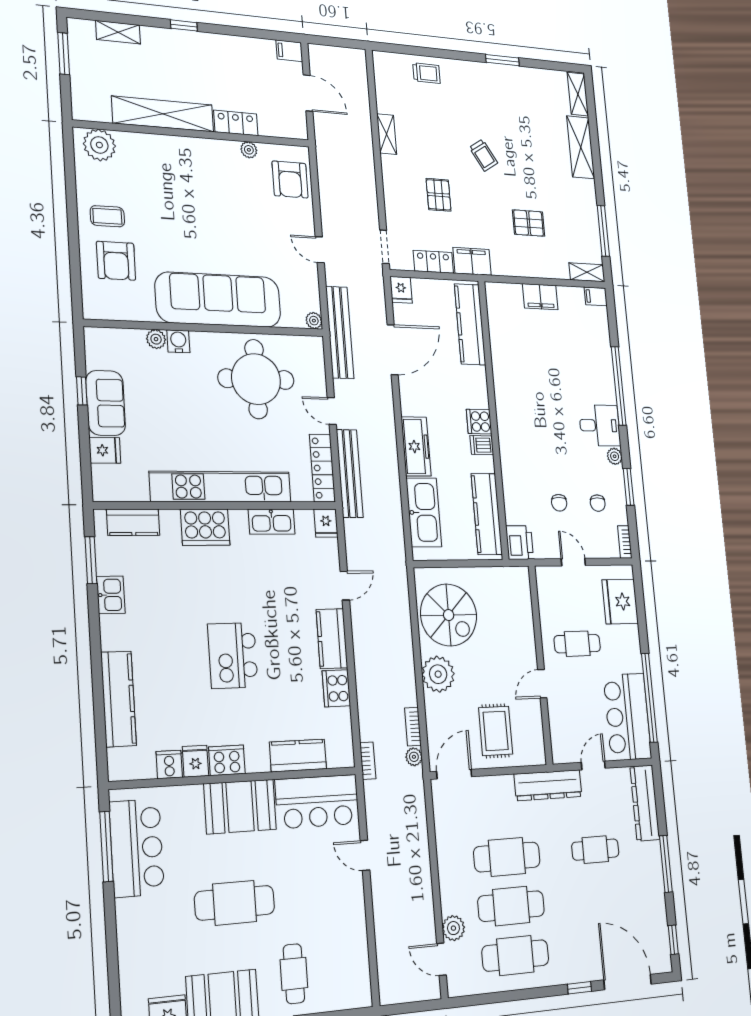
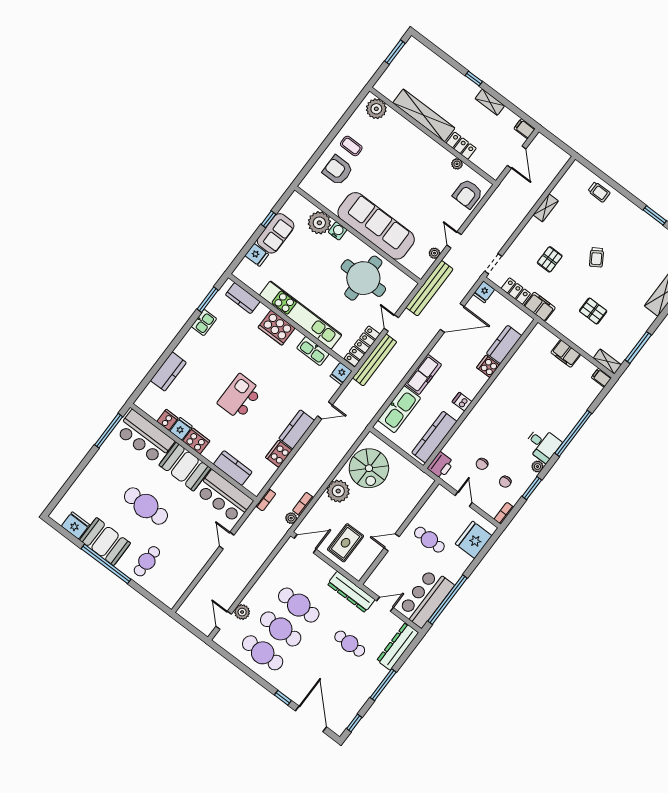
shelving: (118, 32) -> (490, 102), moved
armchair: (116, 261) -> (338, 170), turned 90
plant: (314, 321) -> (434, 253), moved
kitchen counter: (470, 324) -> (504, 345), width x0.67
plant: (156, 339) -> (319, 223), width x1.88, depth x1.88
cooker: (479, 422) -> (488, 366), moved
kitchen counter: (118, 699) -> (168, 371), width x0.67
bar counter: (137, 848) -> (145, 437), moved, turned 90

